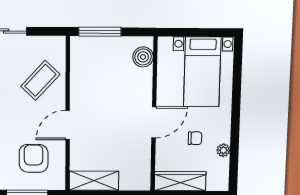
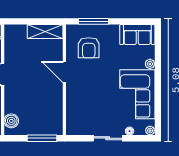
coffee table: (40, 80) -> (84, 104), removed
door: (68, 125) -> (64, 72), swing flipped

